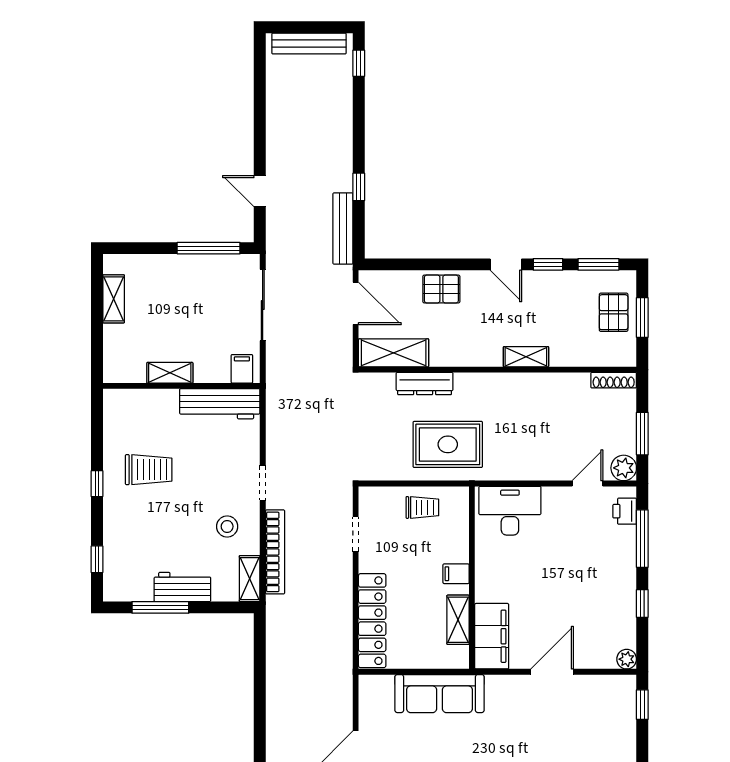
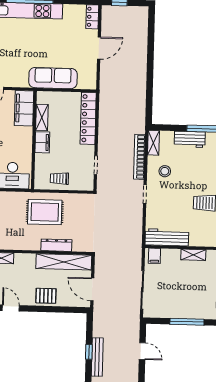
bench: (343, 228) -> (97, 357), moved
window: (209, 248) -> (187, 322), moved
shelving: (394, 353) -> (64, 262), width x1.47
filing cabinet: (456, 574) -> (42, 142), width x2.00

